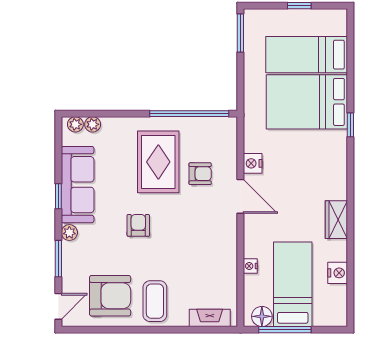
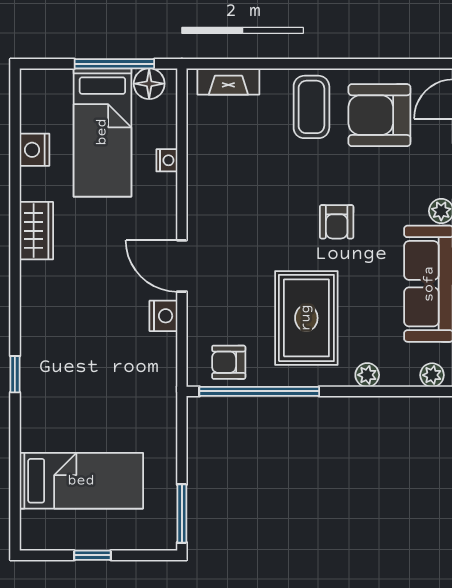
bed: (307, 102) -> (81, 409), removed
plant: (93, 124) -> (367, 375), moved
armchair: (200, 174) -> (229, 362), moved

